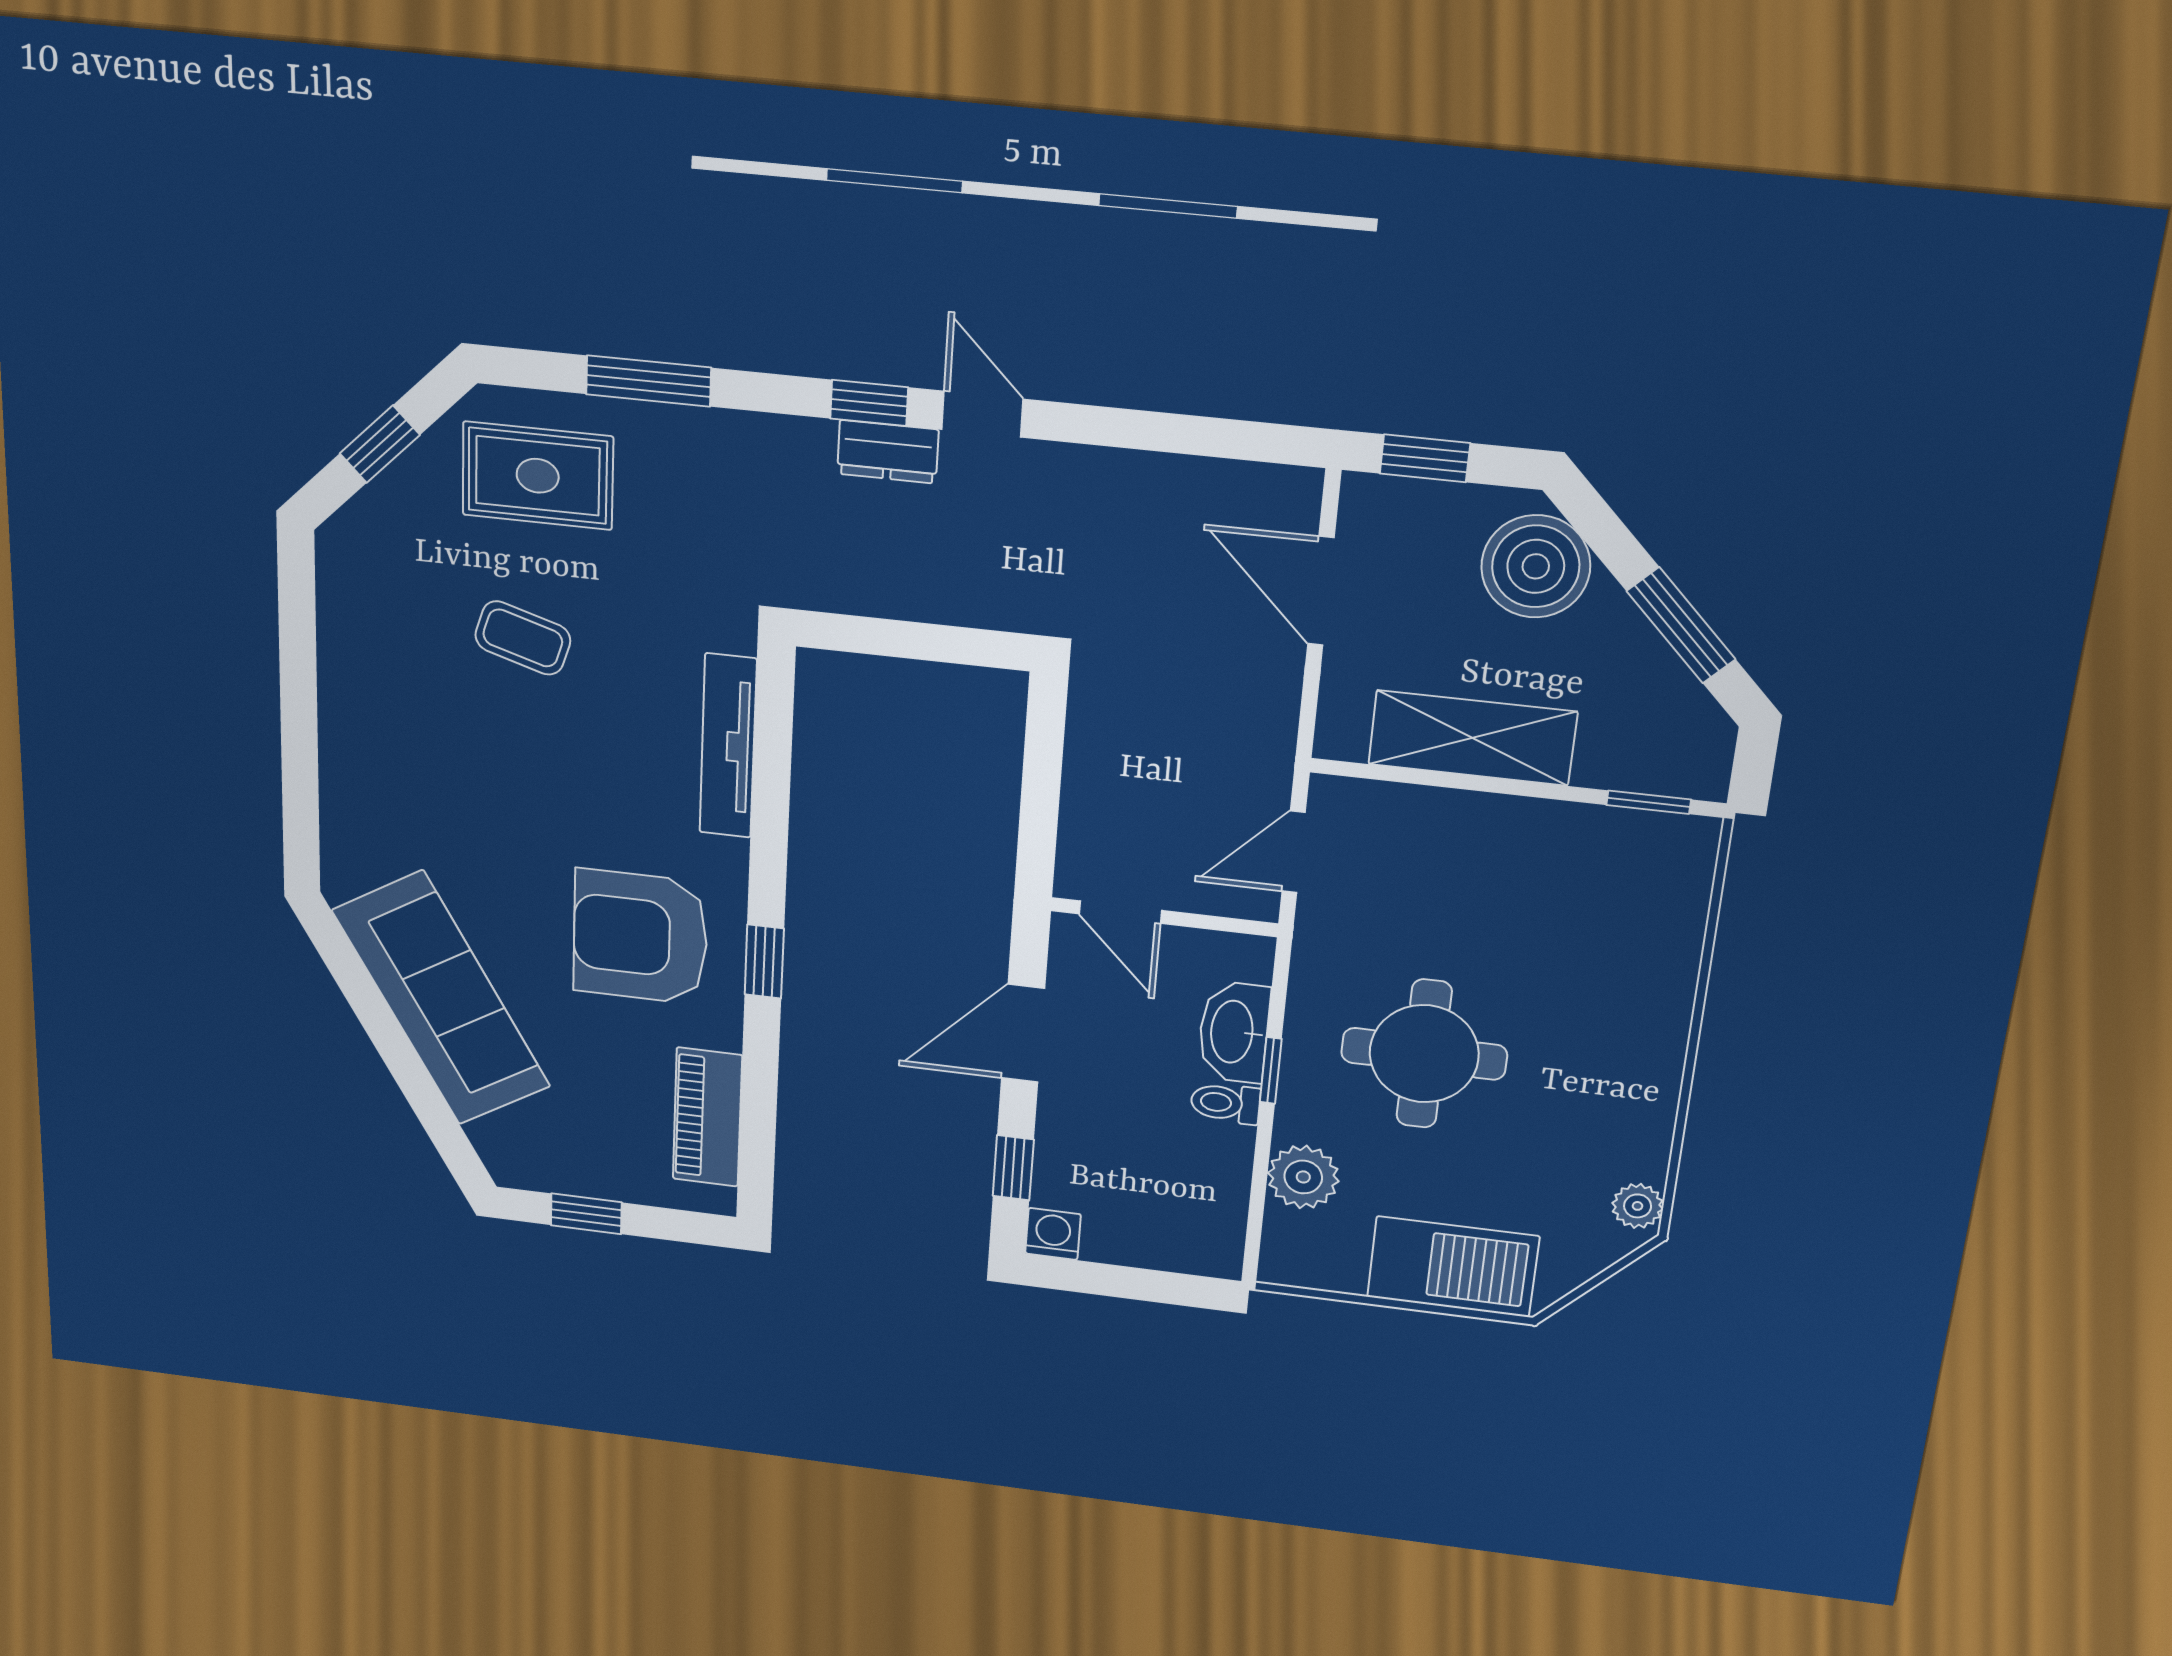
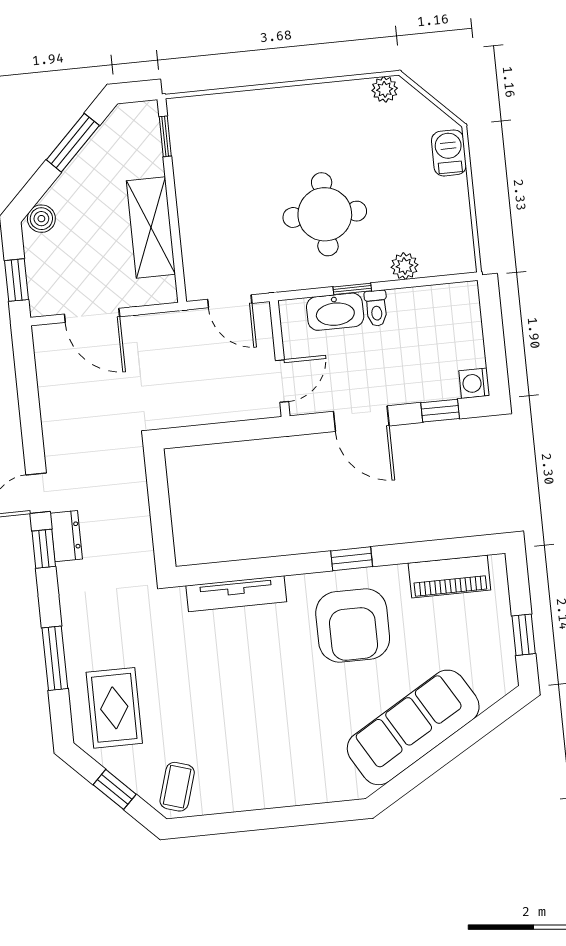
boiler: (1536, 566) -> (41, 219), width x0.54, depth x0.54
door: (1321, 591) -> (92, 315), hinge flipped
coffee table: (523, 638) -> (177, 787), moved
plant: (1303, 1177) -> (405, 266), width x0.73, depth x0.73
barbecue: (1453, 1267) -> (449, 153), width x0.53, depth x0.65

